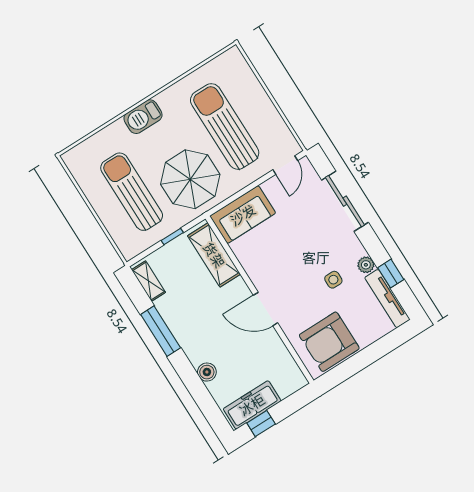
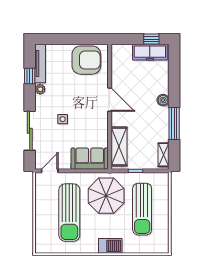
side table: (333, 280) -> (63, 119), moved
boiler: (207, 372) -> (163, 100), moved

